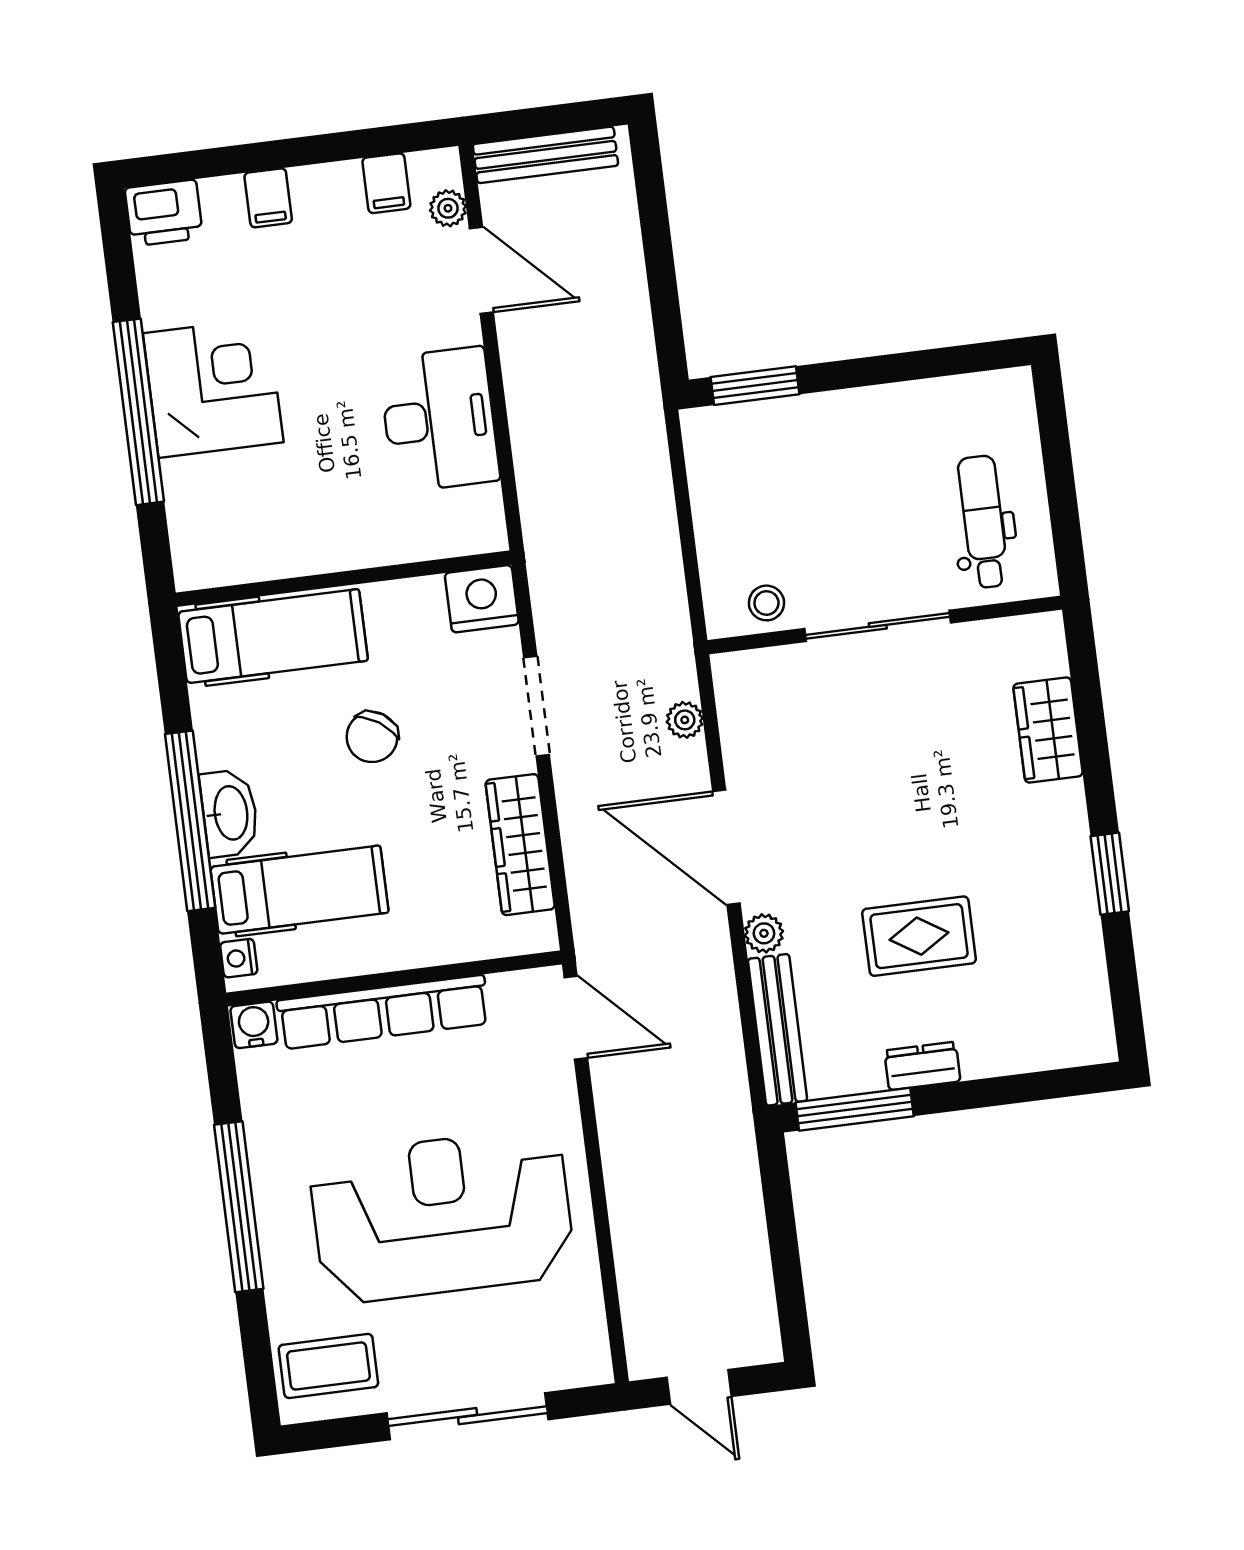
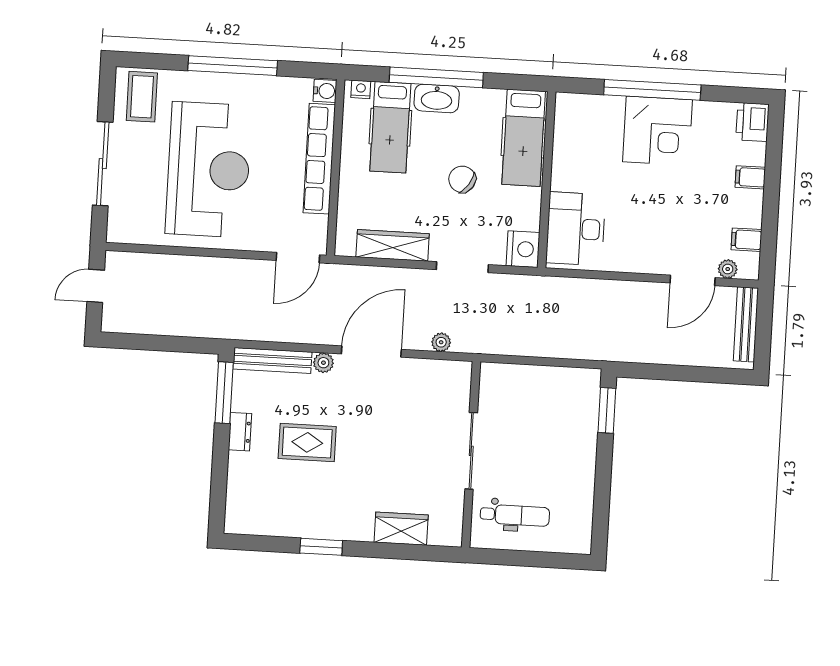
desk: (439, 419) -> (576, 229), moved, turned 90
stool: (766, 603) -> (494, 396), removed
rug: (919, 936) -> (307, 442), turned 90

